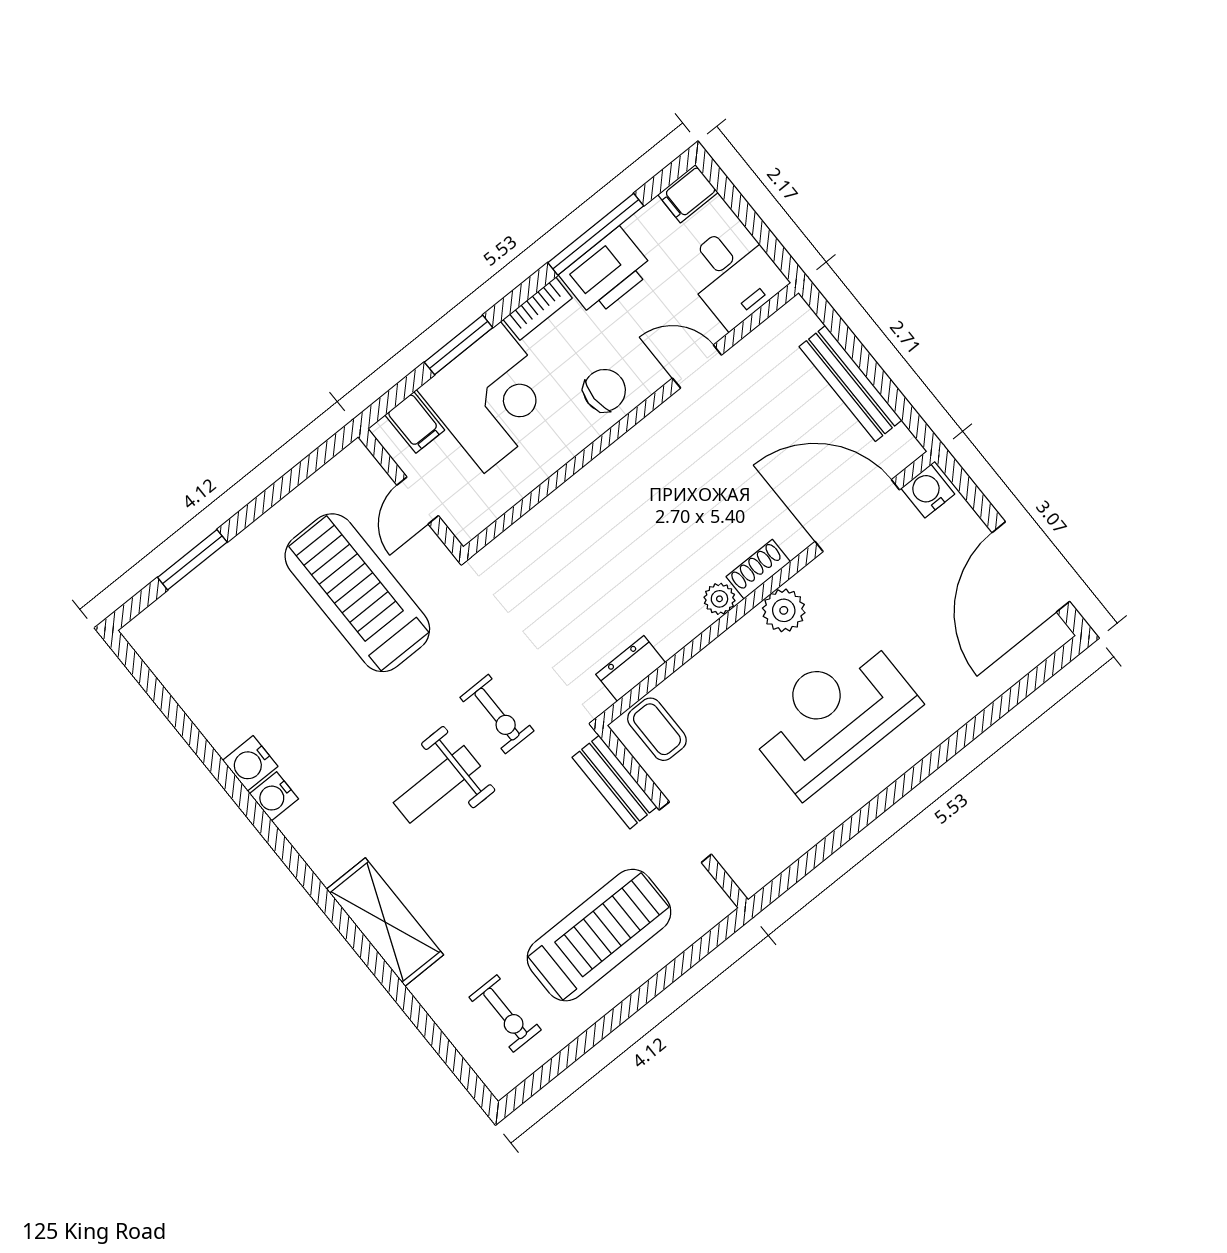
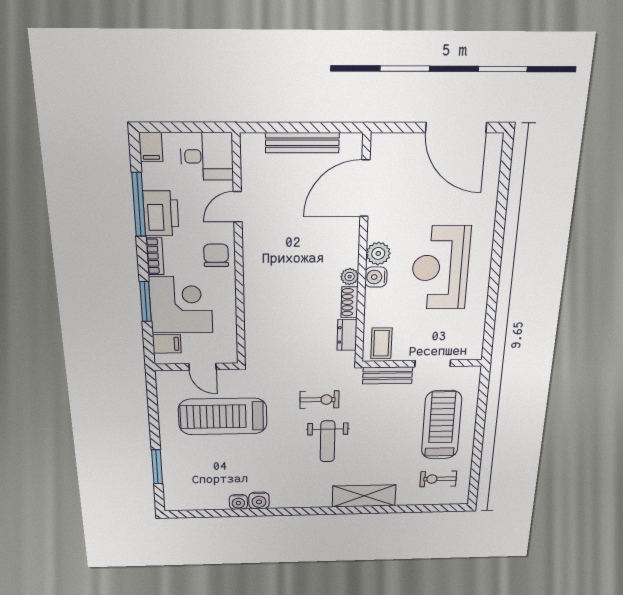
water cooler: (928, 491) -> (376, 277), moved
shoe rack: (758, 569) -> (350, 302), moved
coffee table: (657, 729) -> (381, 343), turned 90
water cooler: (274, 796) -> (238, 502), moved
exercise bike: (505, 1013) -> (438, 479), turned 180

